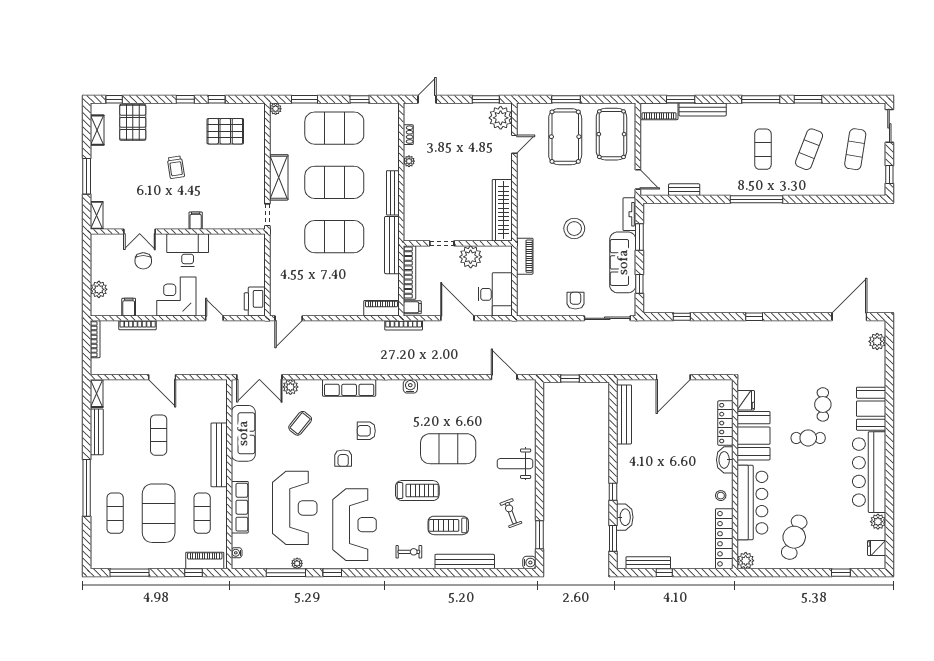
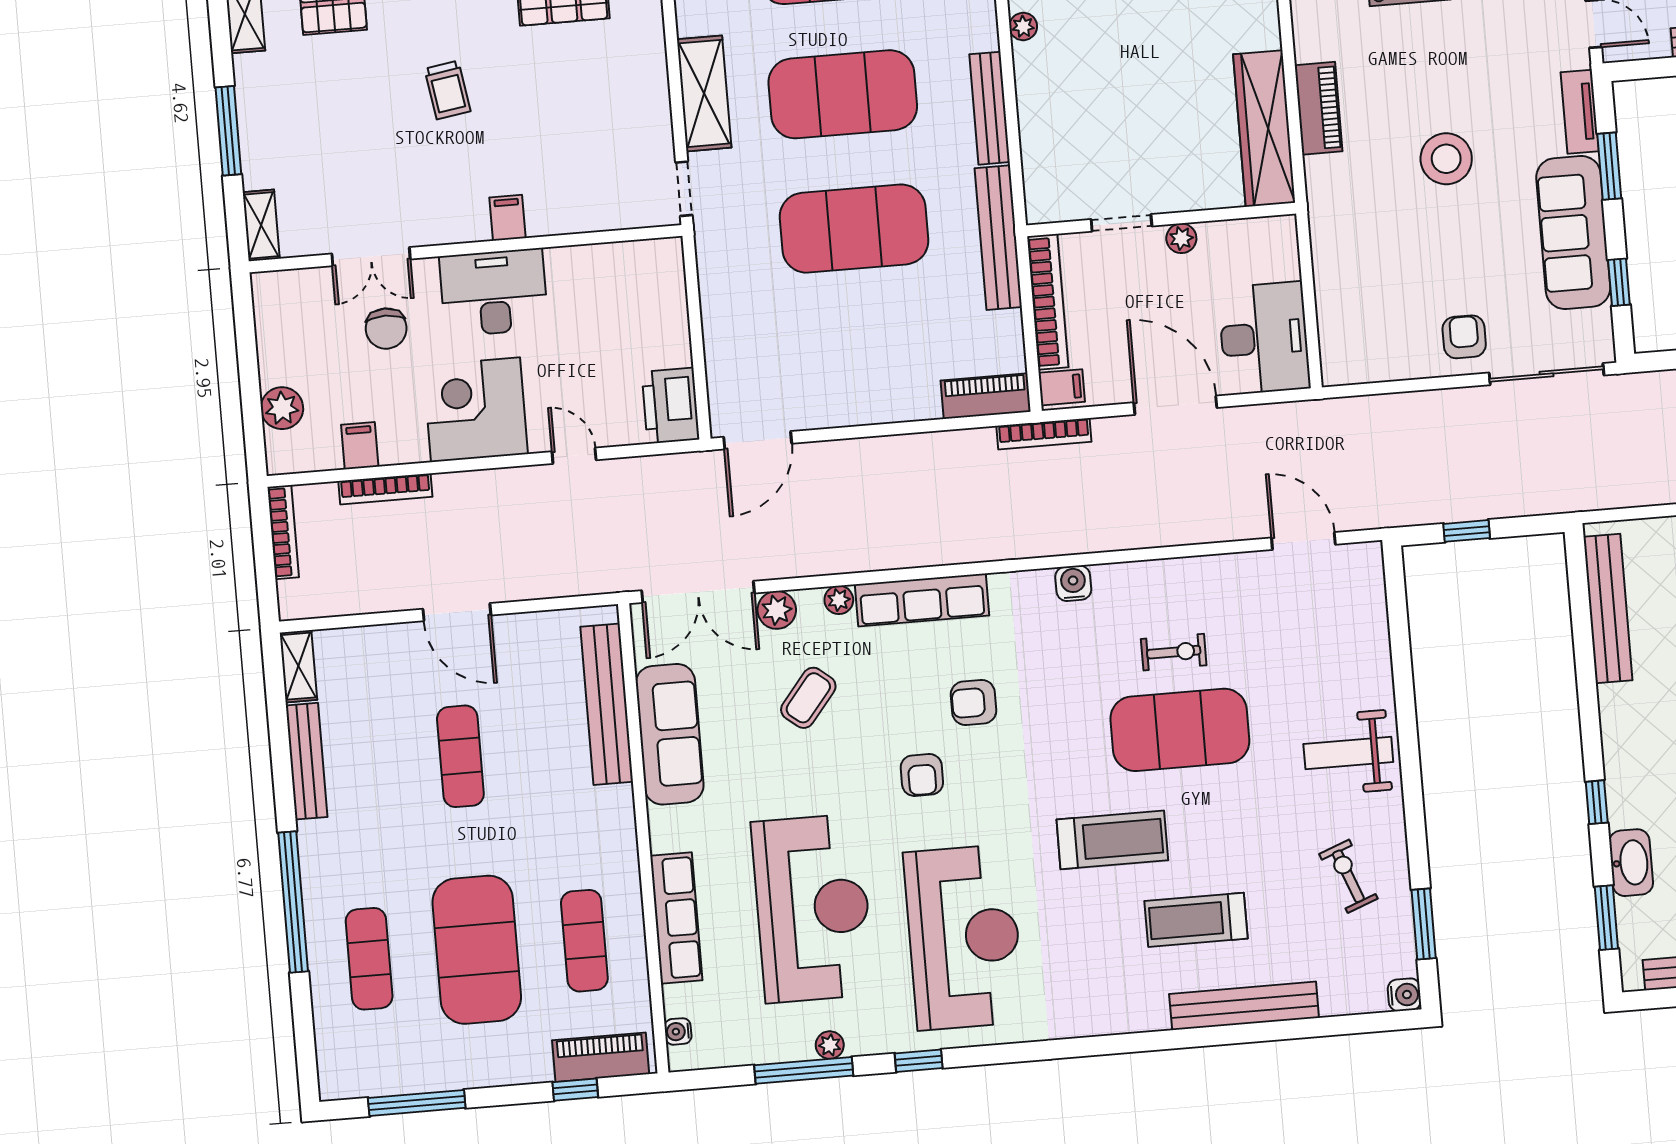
piano: (525, 256) -> (1319, 108), moved
plant: (471, 257) -> (1181, 238), width x0.53, depth x0.53
plant: (316, 385) -> (839, 600), added
bench: (219, 455) -> (607, 704), moved
exercise bike: (409, 552) -> (1174, 652), moved

